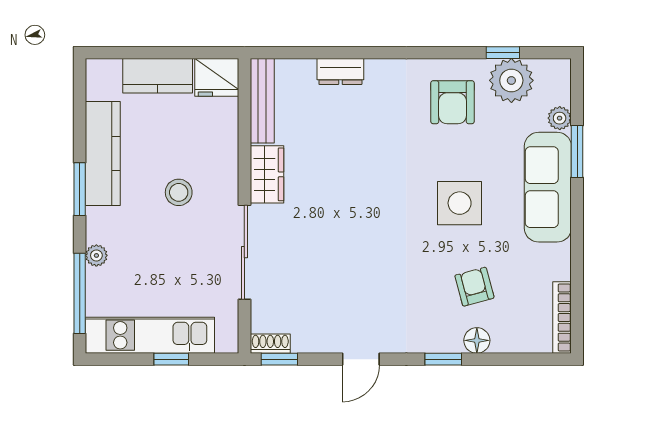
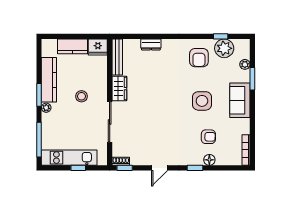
sofa: (548, 187) -> (240, 100), width x0.73
plant: (96, 255) -> (46, 108), moved
armchair: (474, 287) -> (208, 137), turned 106

